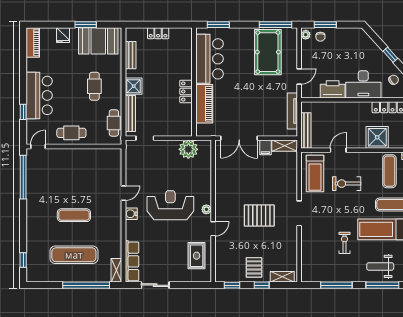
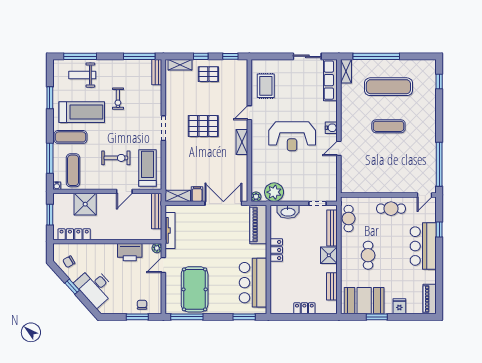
plant: (306, 35) -> (157, 248), moved
desk: (363, 84) -> (95, 287), moved, turned -132
piano: (204, 104) -> (258, 224), moved
washbasin: (174, 130) -> (288, 212), added
shelving: (221, 199) -> (242, 142), added
plant: (206, 209) -> (256, 197), moved
weight bench: (380, 266) -> (82, 75), turned 180
pallet: (254, 267) -> (208, 74), turned 90
bench: (306, 269) -> (157, 72), added
window: (336, 285) -> (139, 56), moved

